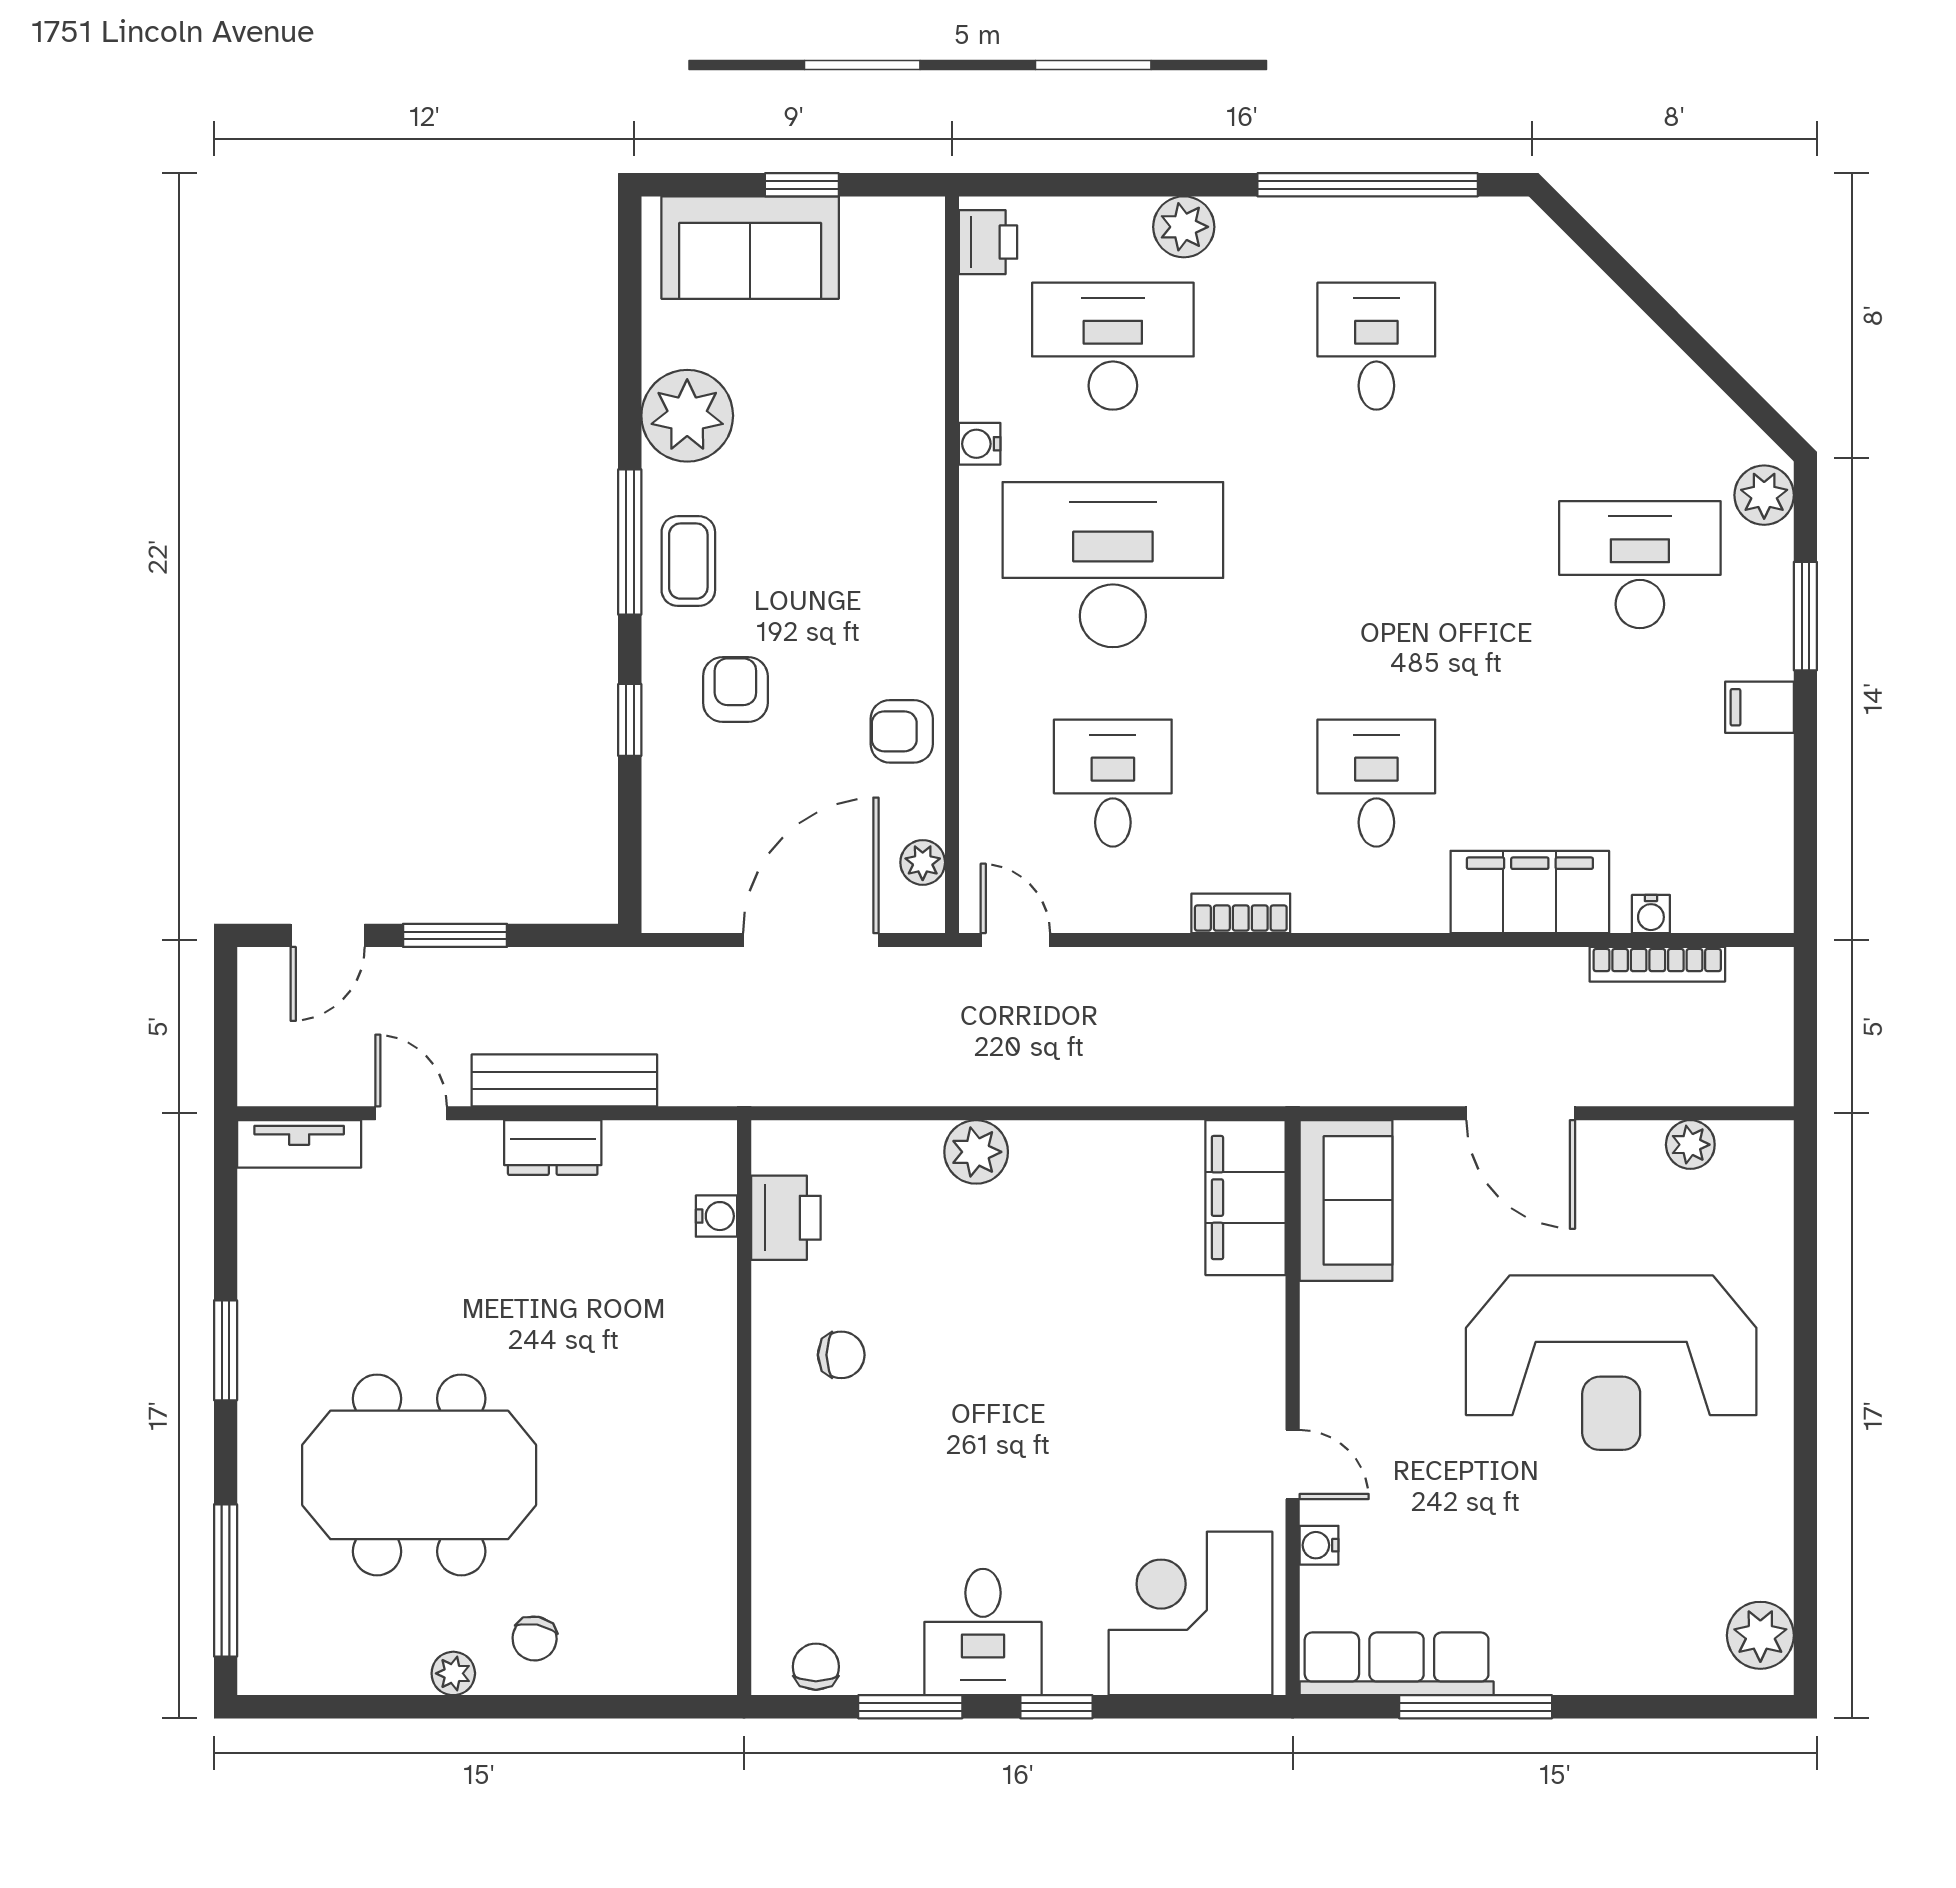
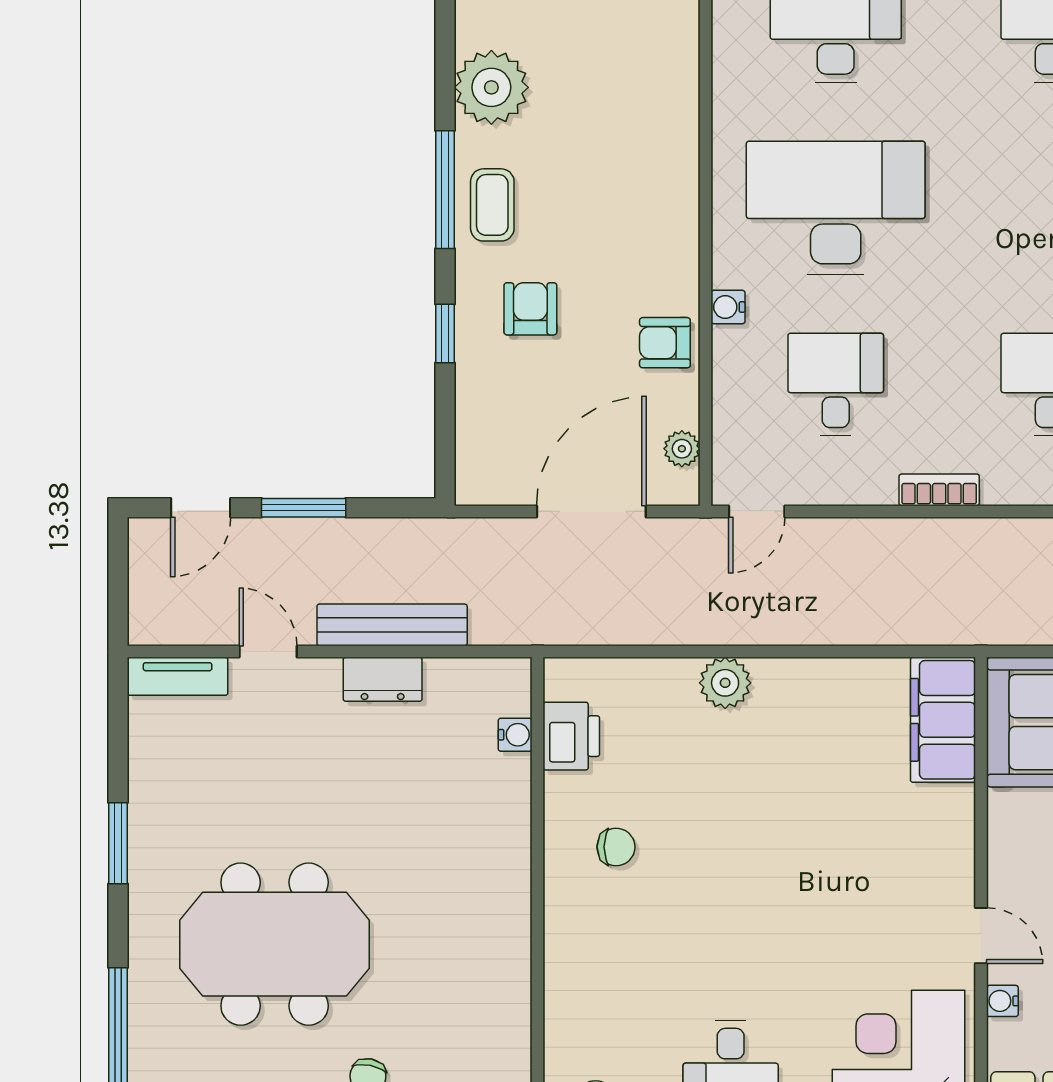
water cooler: (980, 444) -> (728, 307), moved
door: (1015, 940) -> (757, 511), swing flipped

